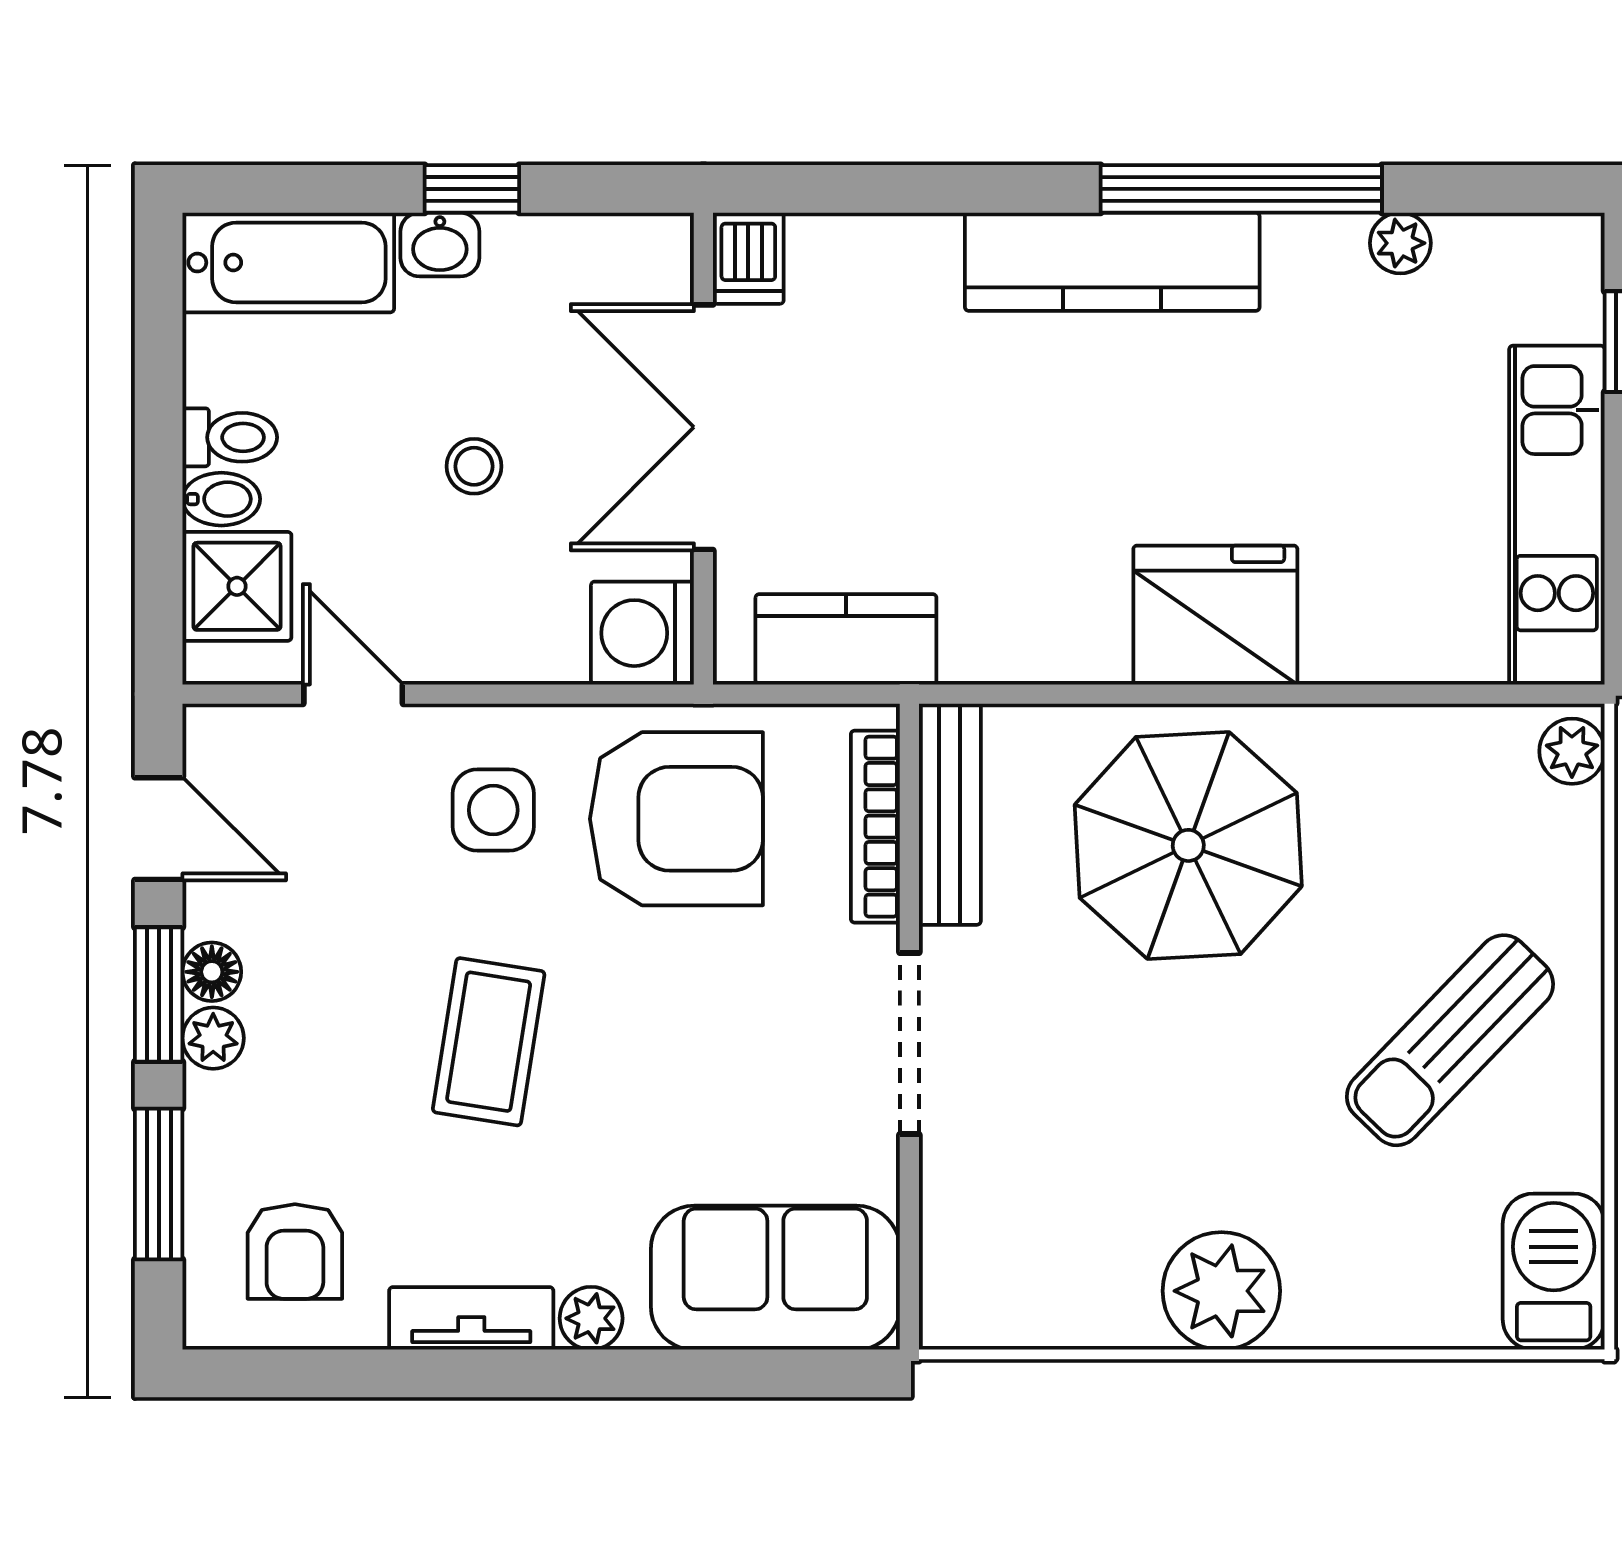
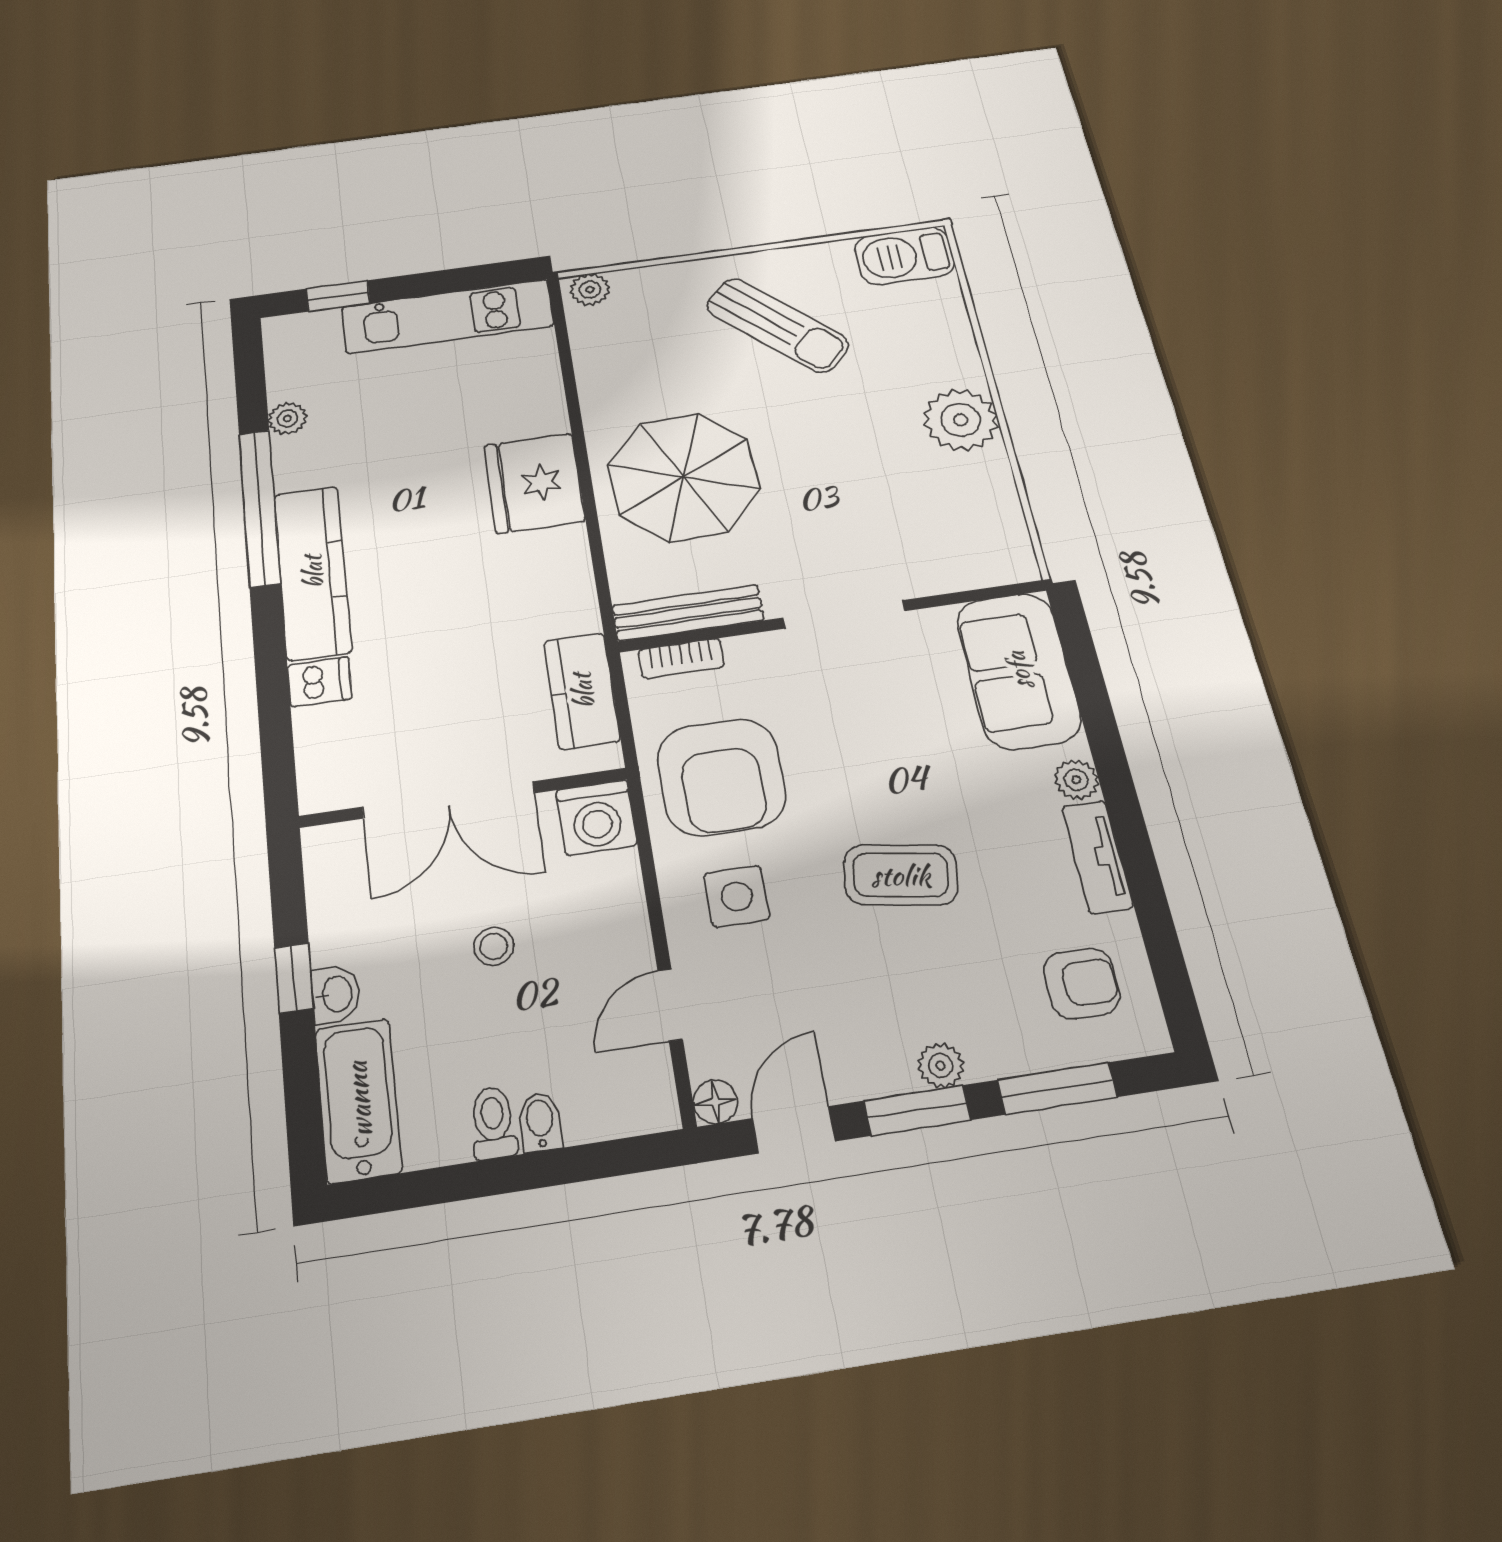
dishwasher: (748, 258) -> (319, 682), moved
shower: (237, 586) -> (604, 1100), removed
armchair: (676, 819) -> (721, 777), turned 180
bookcase: (875, 827) -> (681, 658), width x0.64
floor lamp: (212, 972) -> (715, 1102), moved

